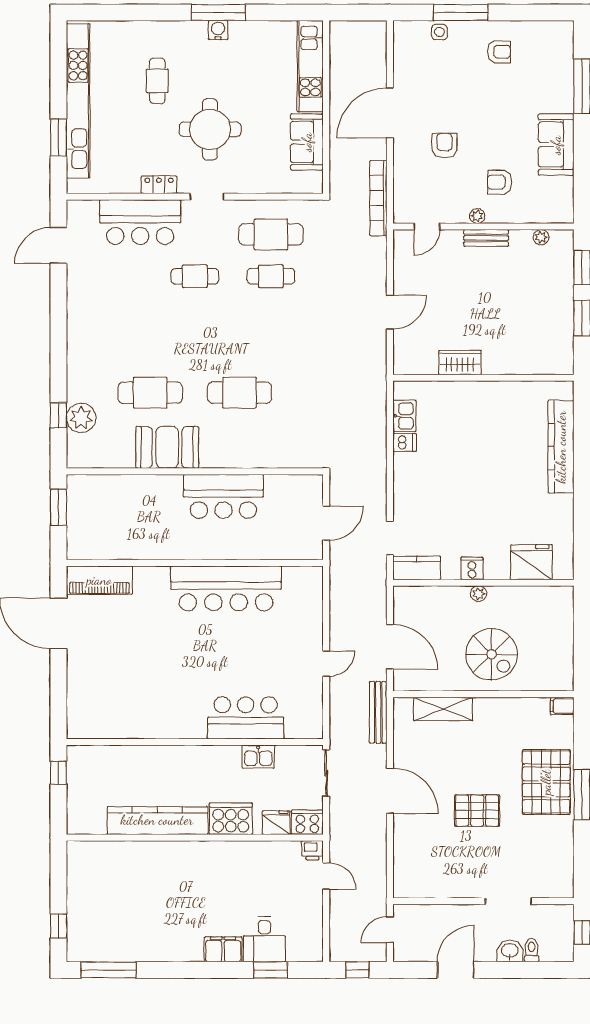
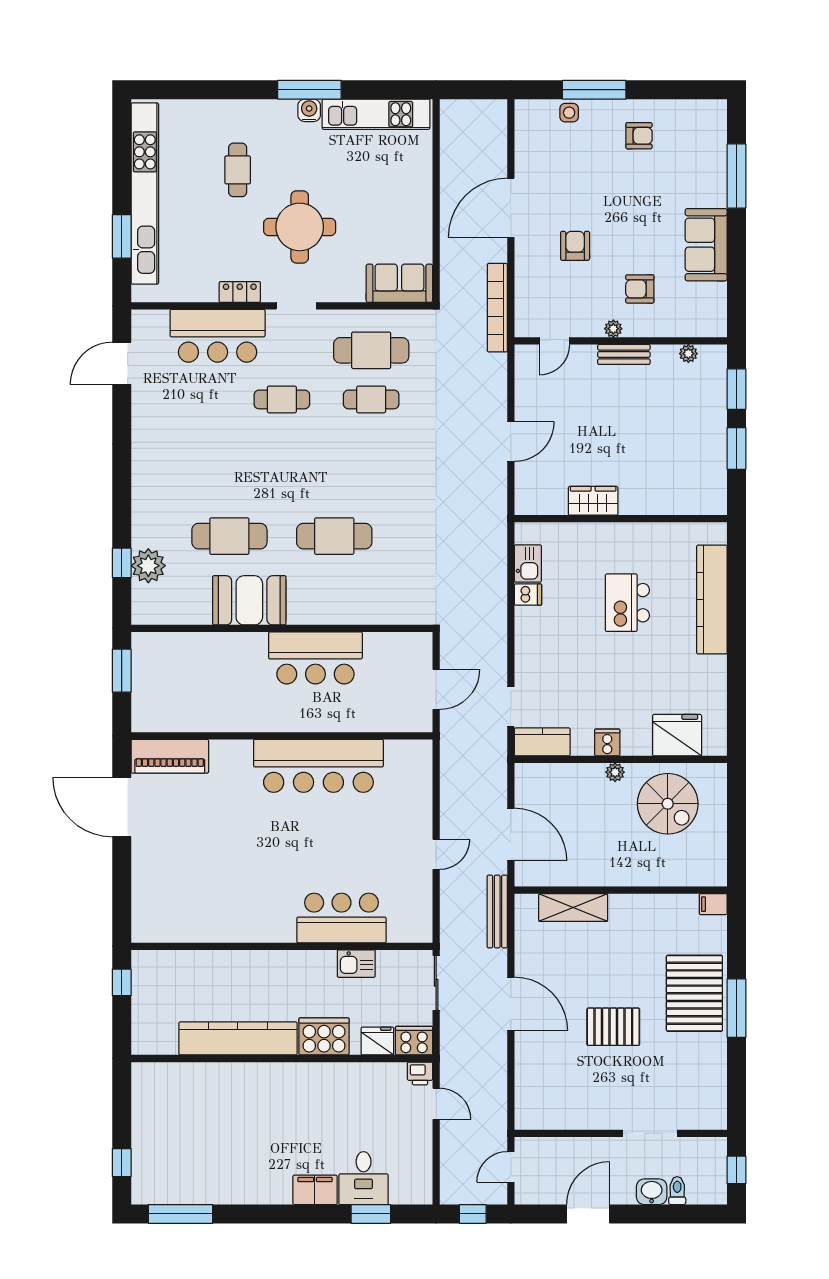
kitchen unit: (310, 66) -> (376, 114), moved, turned -90
sofa: (307, 142) -> (399, 283), moved, turned 90
kitchen island: (489, 449) -> (627, 603), added
spiral stairs: (491, 654) -> (668, 804), moved

